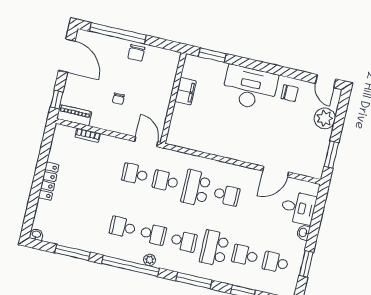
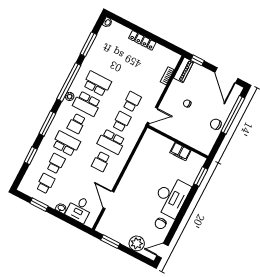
door: (67, 56) -> (226, 75), hinge flipped
school desk: (196, 188) -> (111, 142), turned 180
school desk: (123, 227) -> (97, 84), width x1.85
school desk: (153, 234) -> (87, 104), width x1.85

